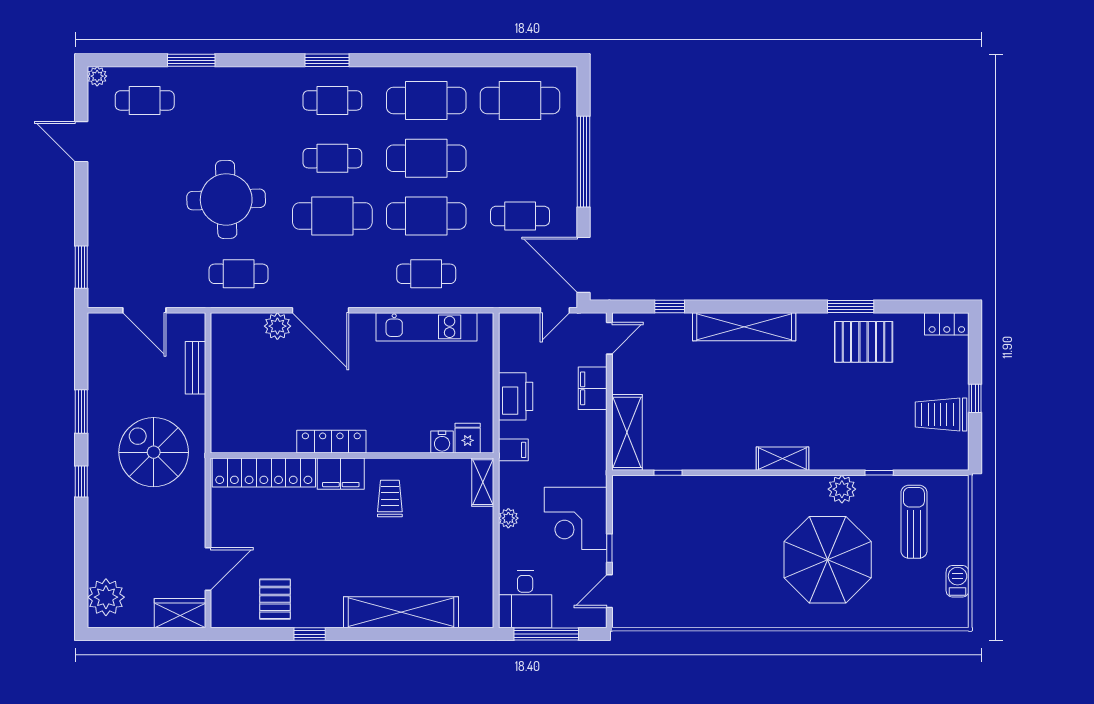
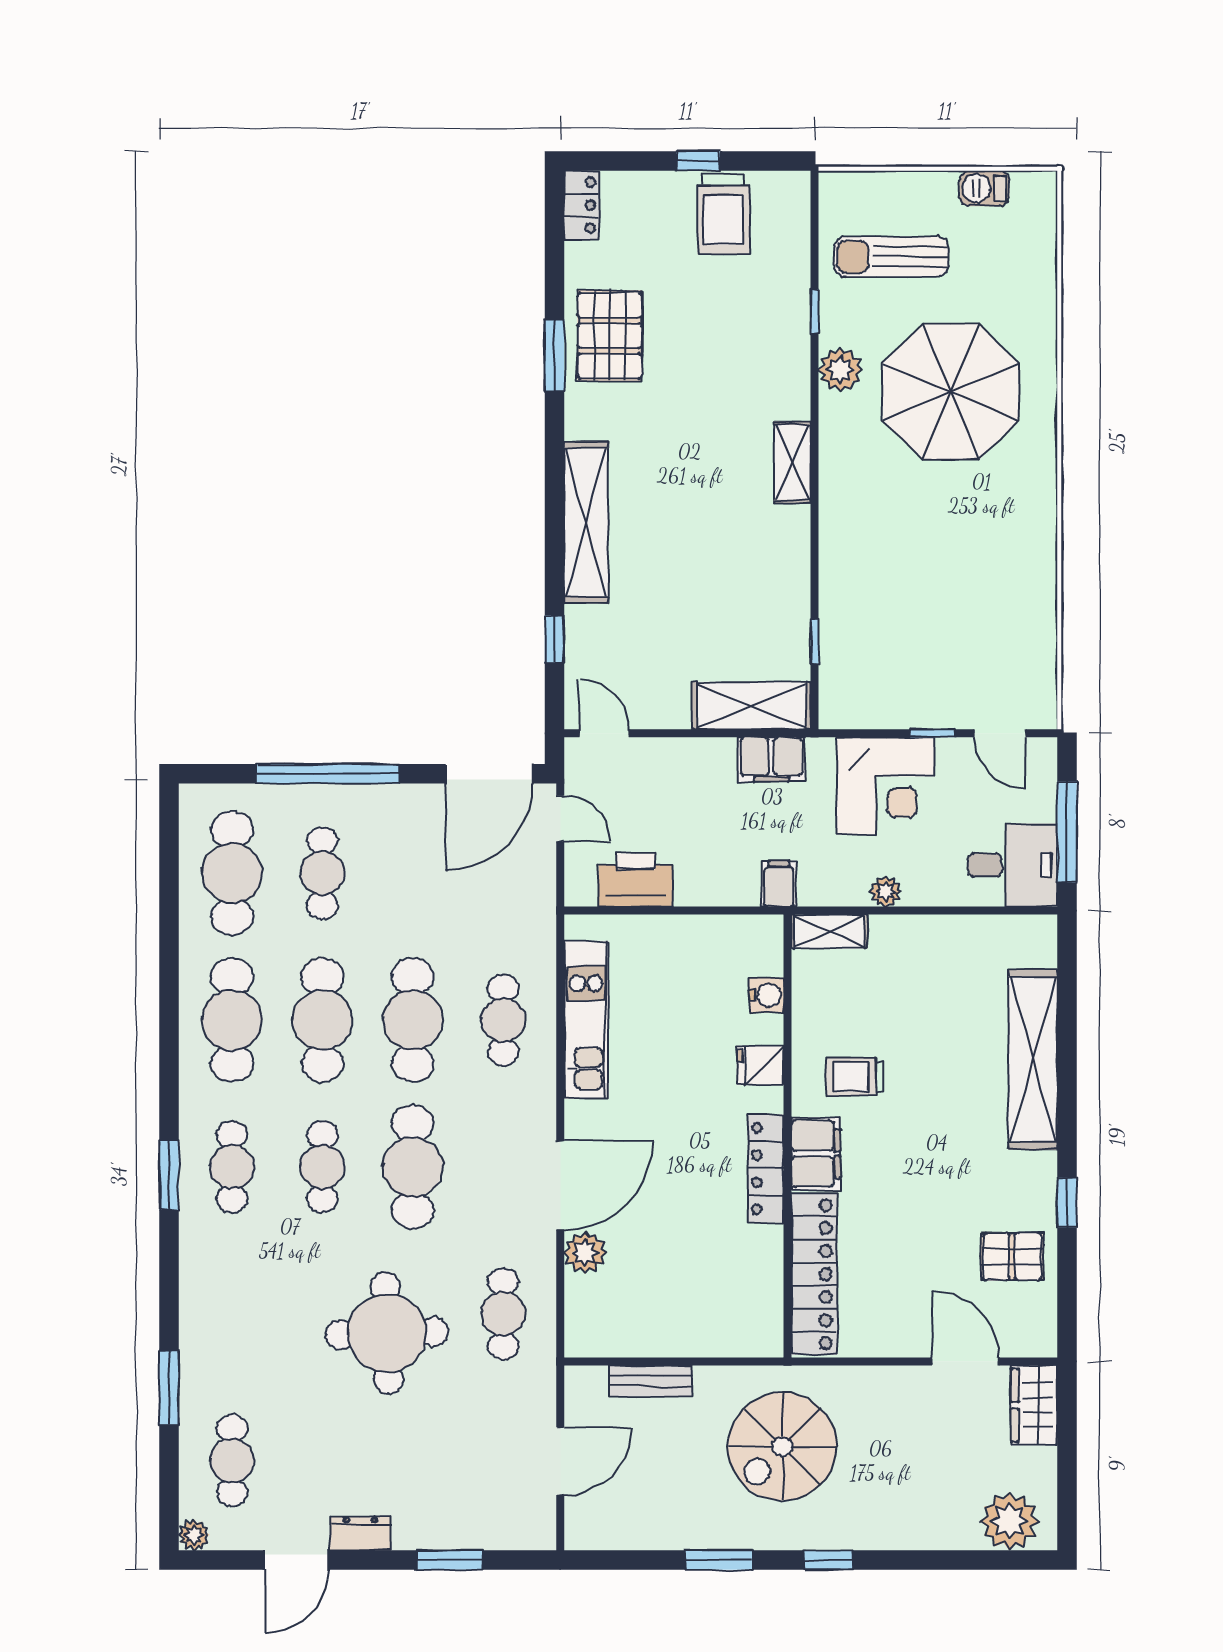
dresser: (98, 183) -> (360, 1533), added
cafe table: (520, 216) -> (322, 873), moved
window: (81, 267) -> (449, 1560), moved
filing cabinet: (593, 388) -> (771, 759), moved
printer: (516, 396) -> (636, 880), moved
fridge: (468, 438) -> (760, 1066), moved

